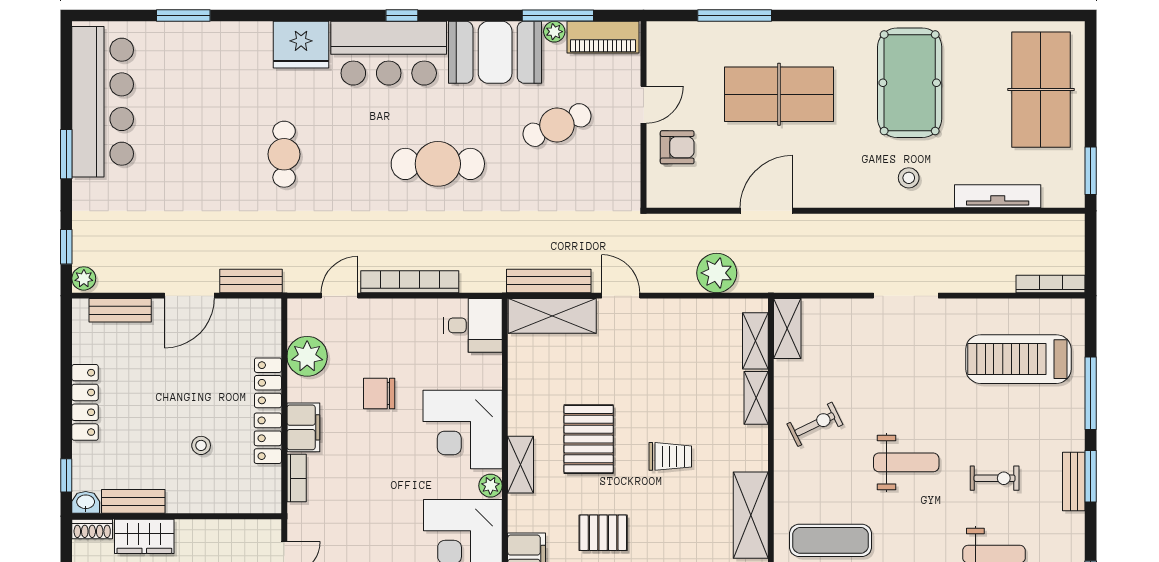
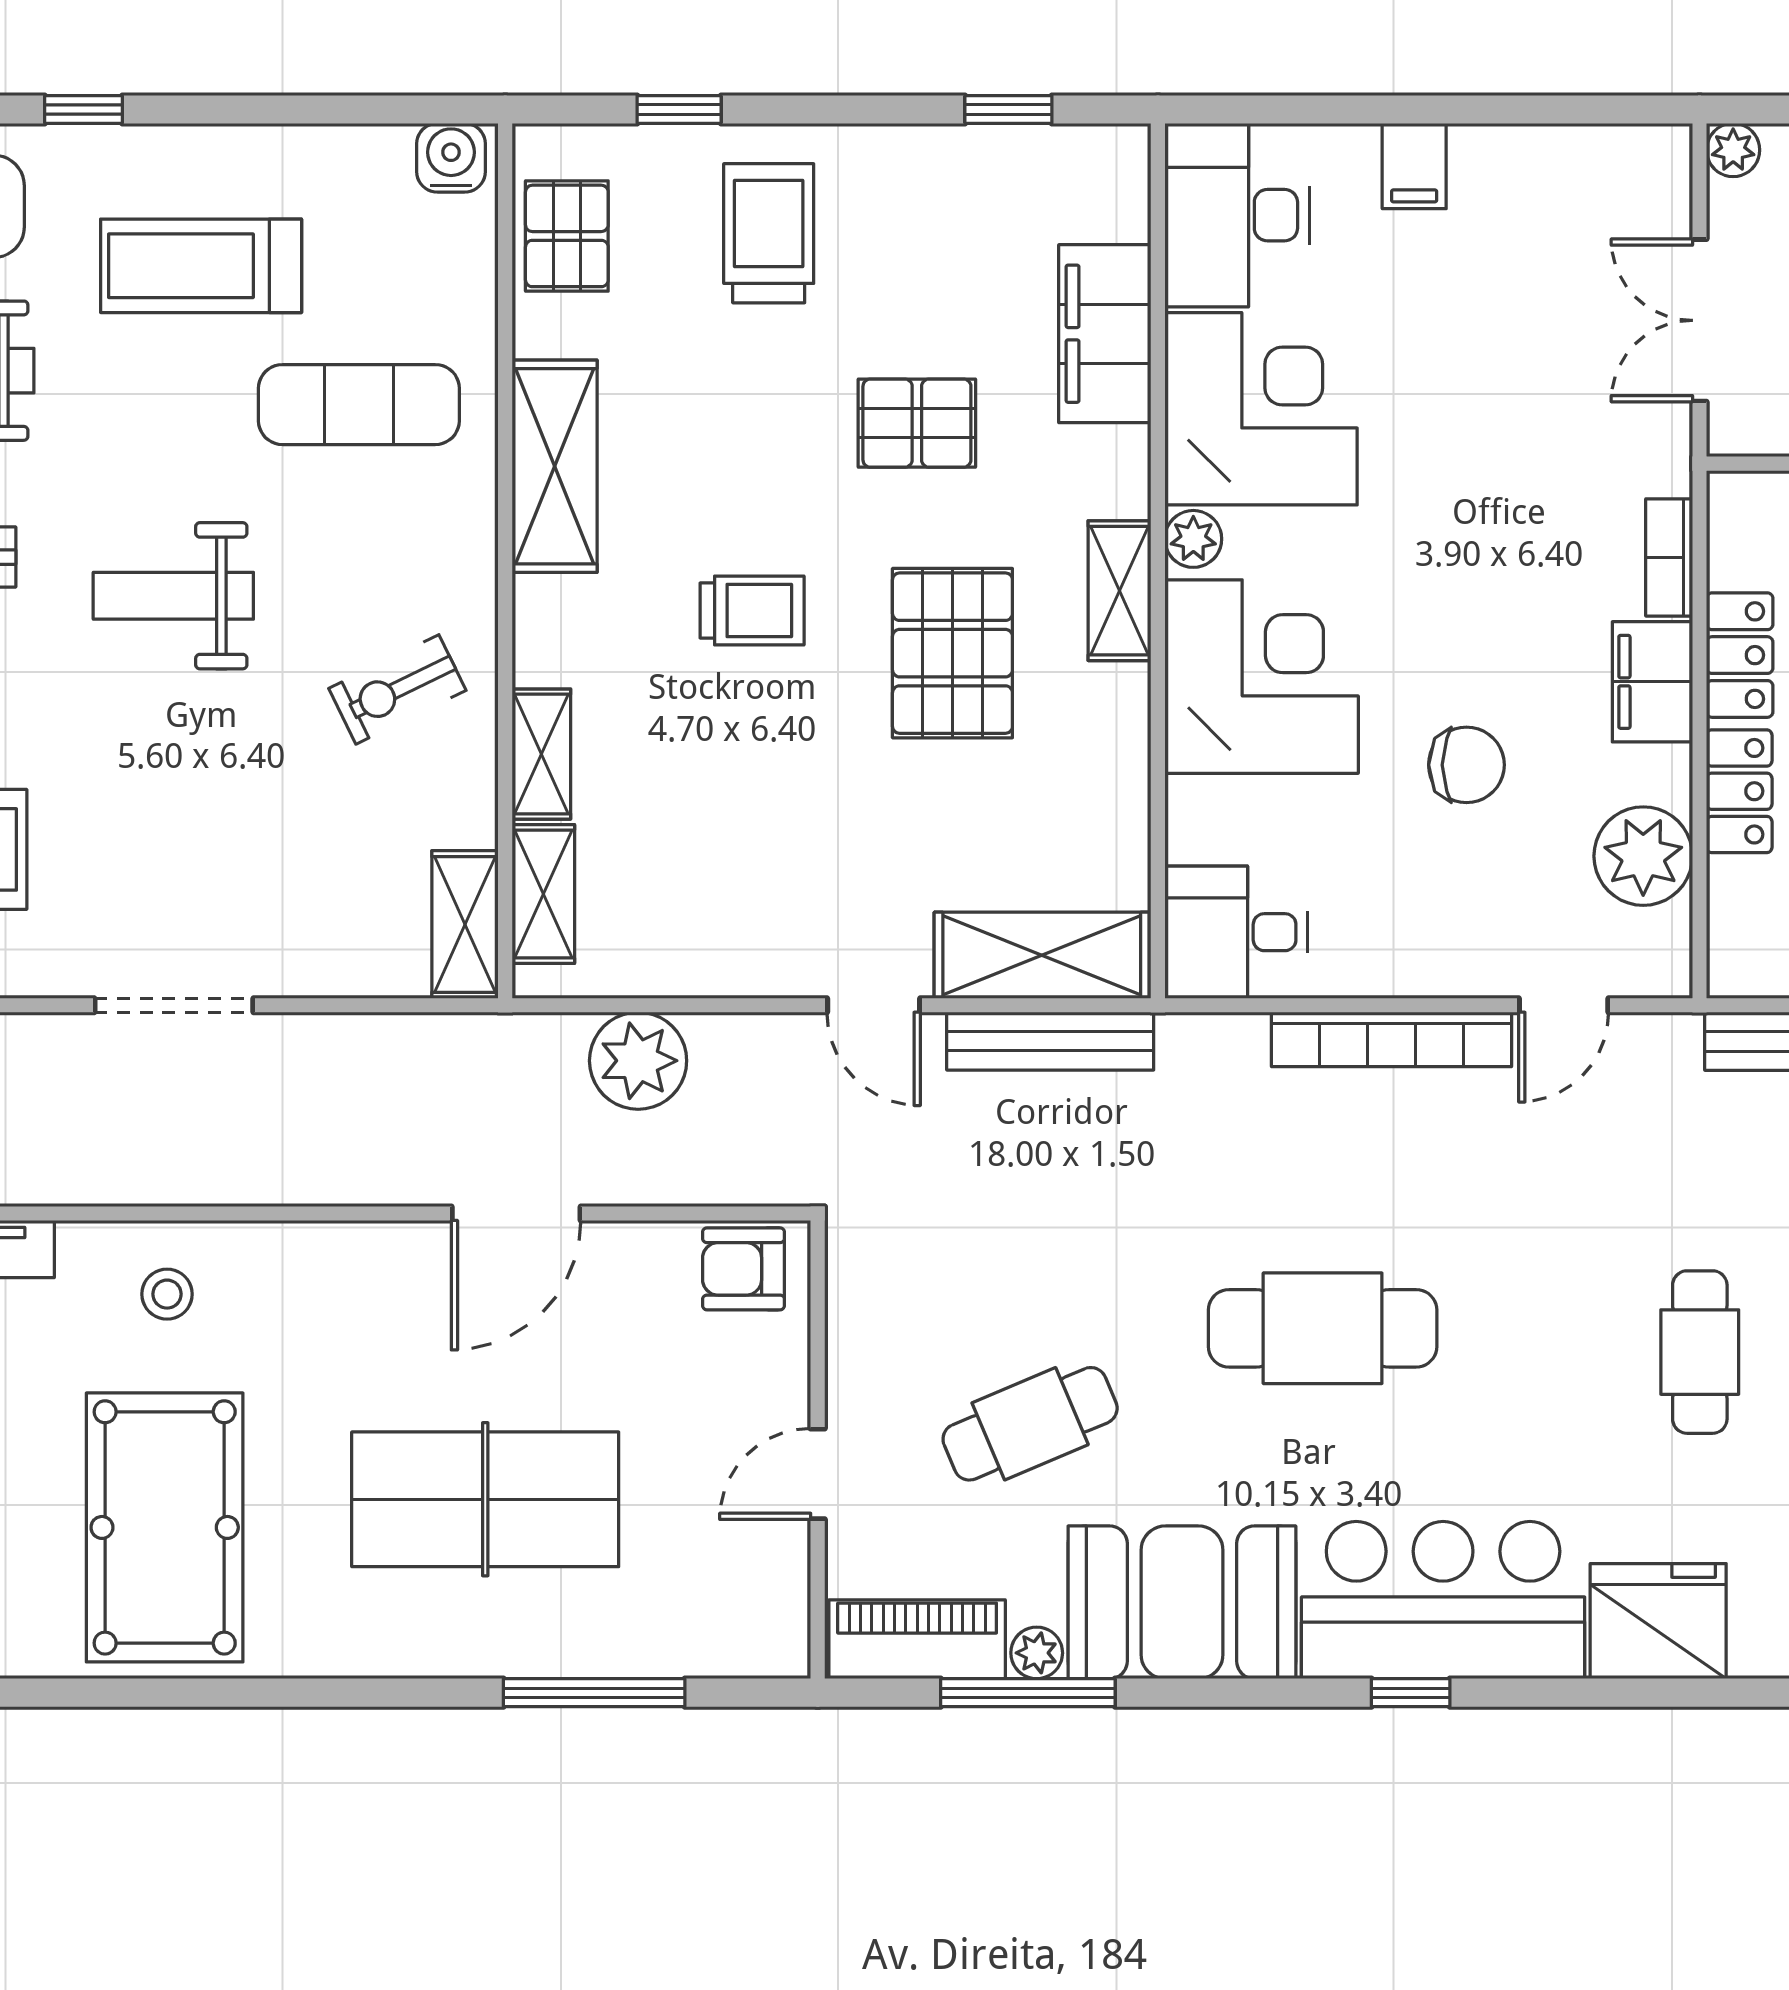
armchair: (677, 147) -> (744, 1269), moved
trolley: (670, 456) -> (752, 611), turned 180

